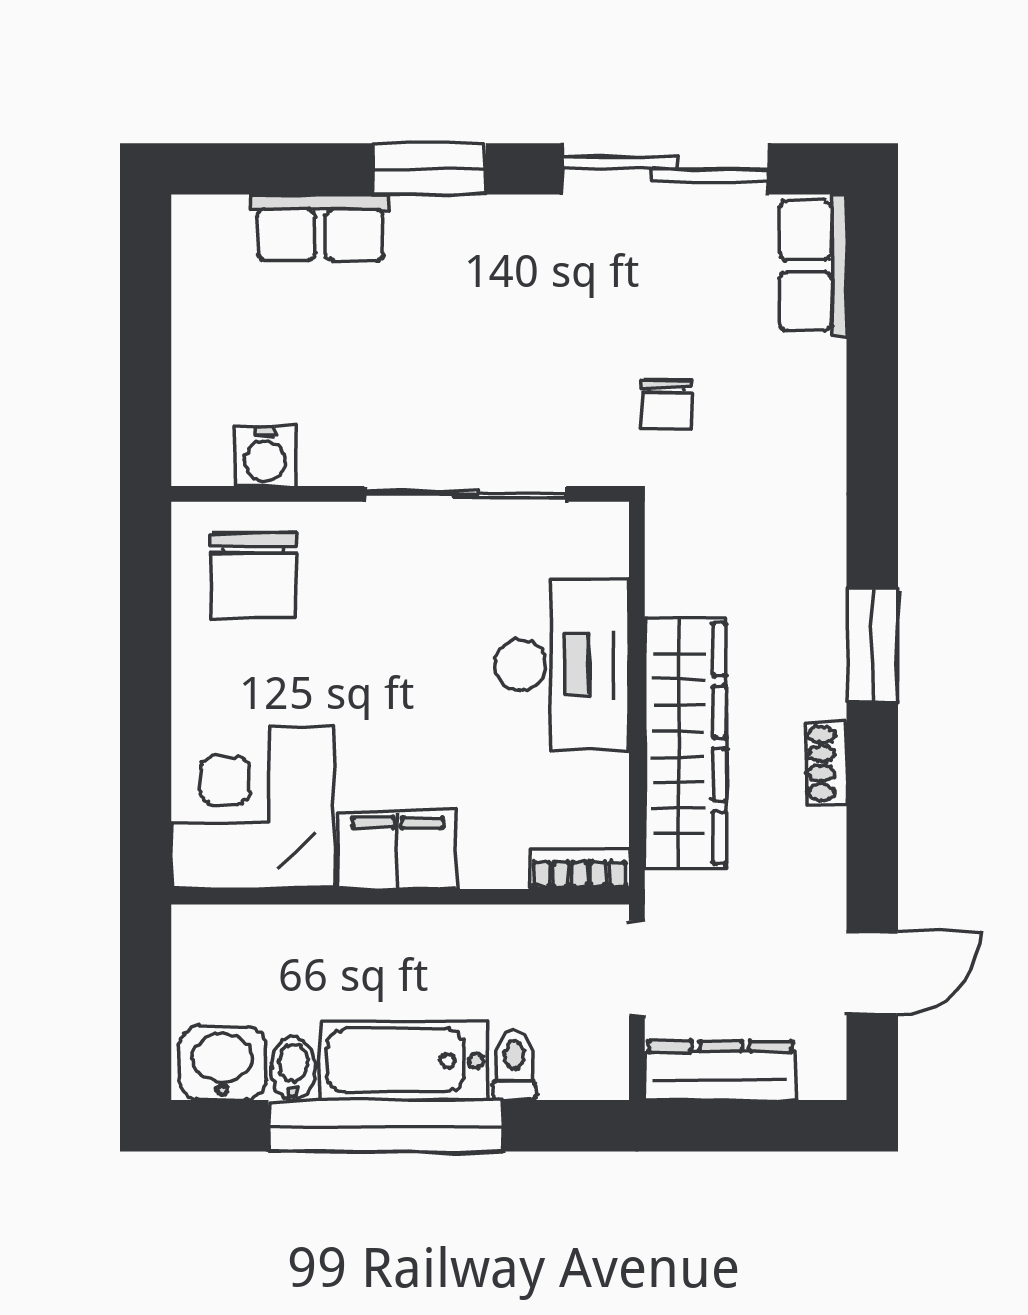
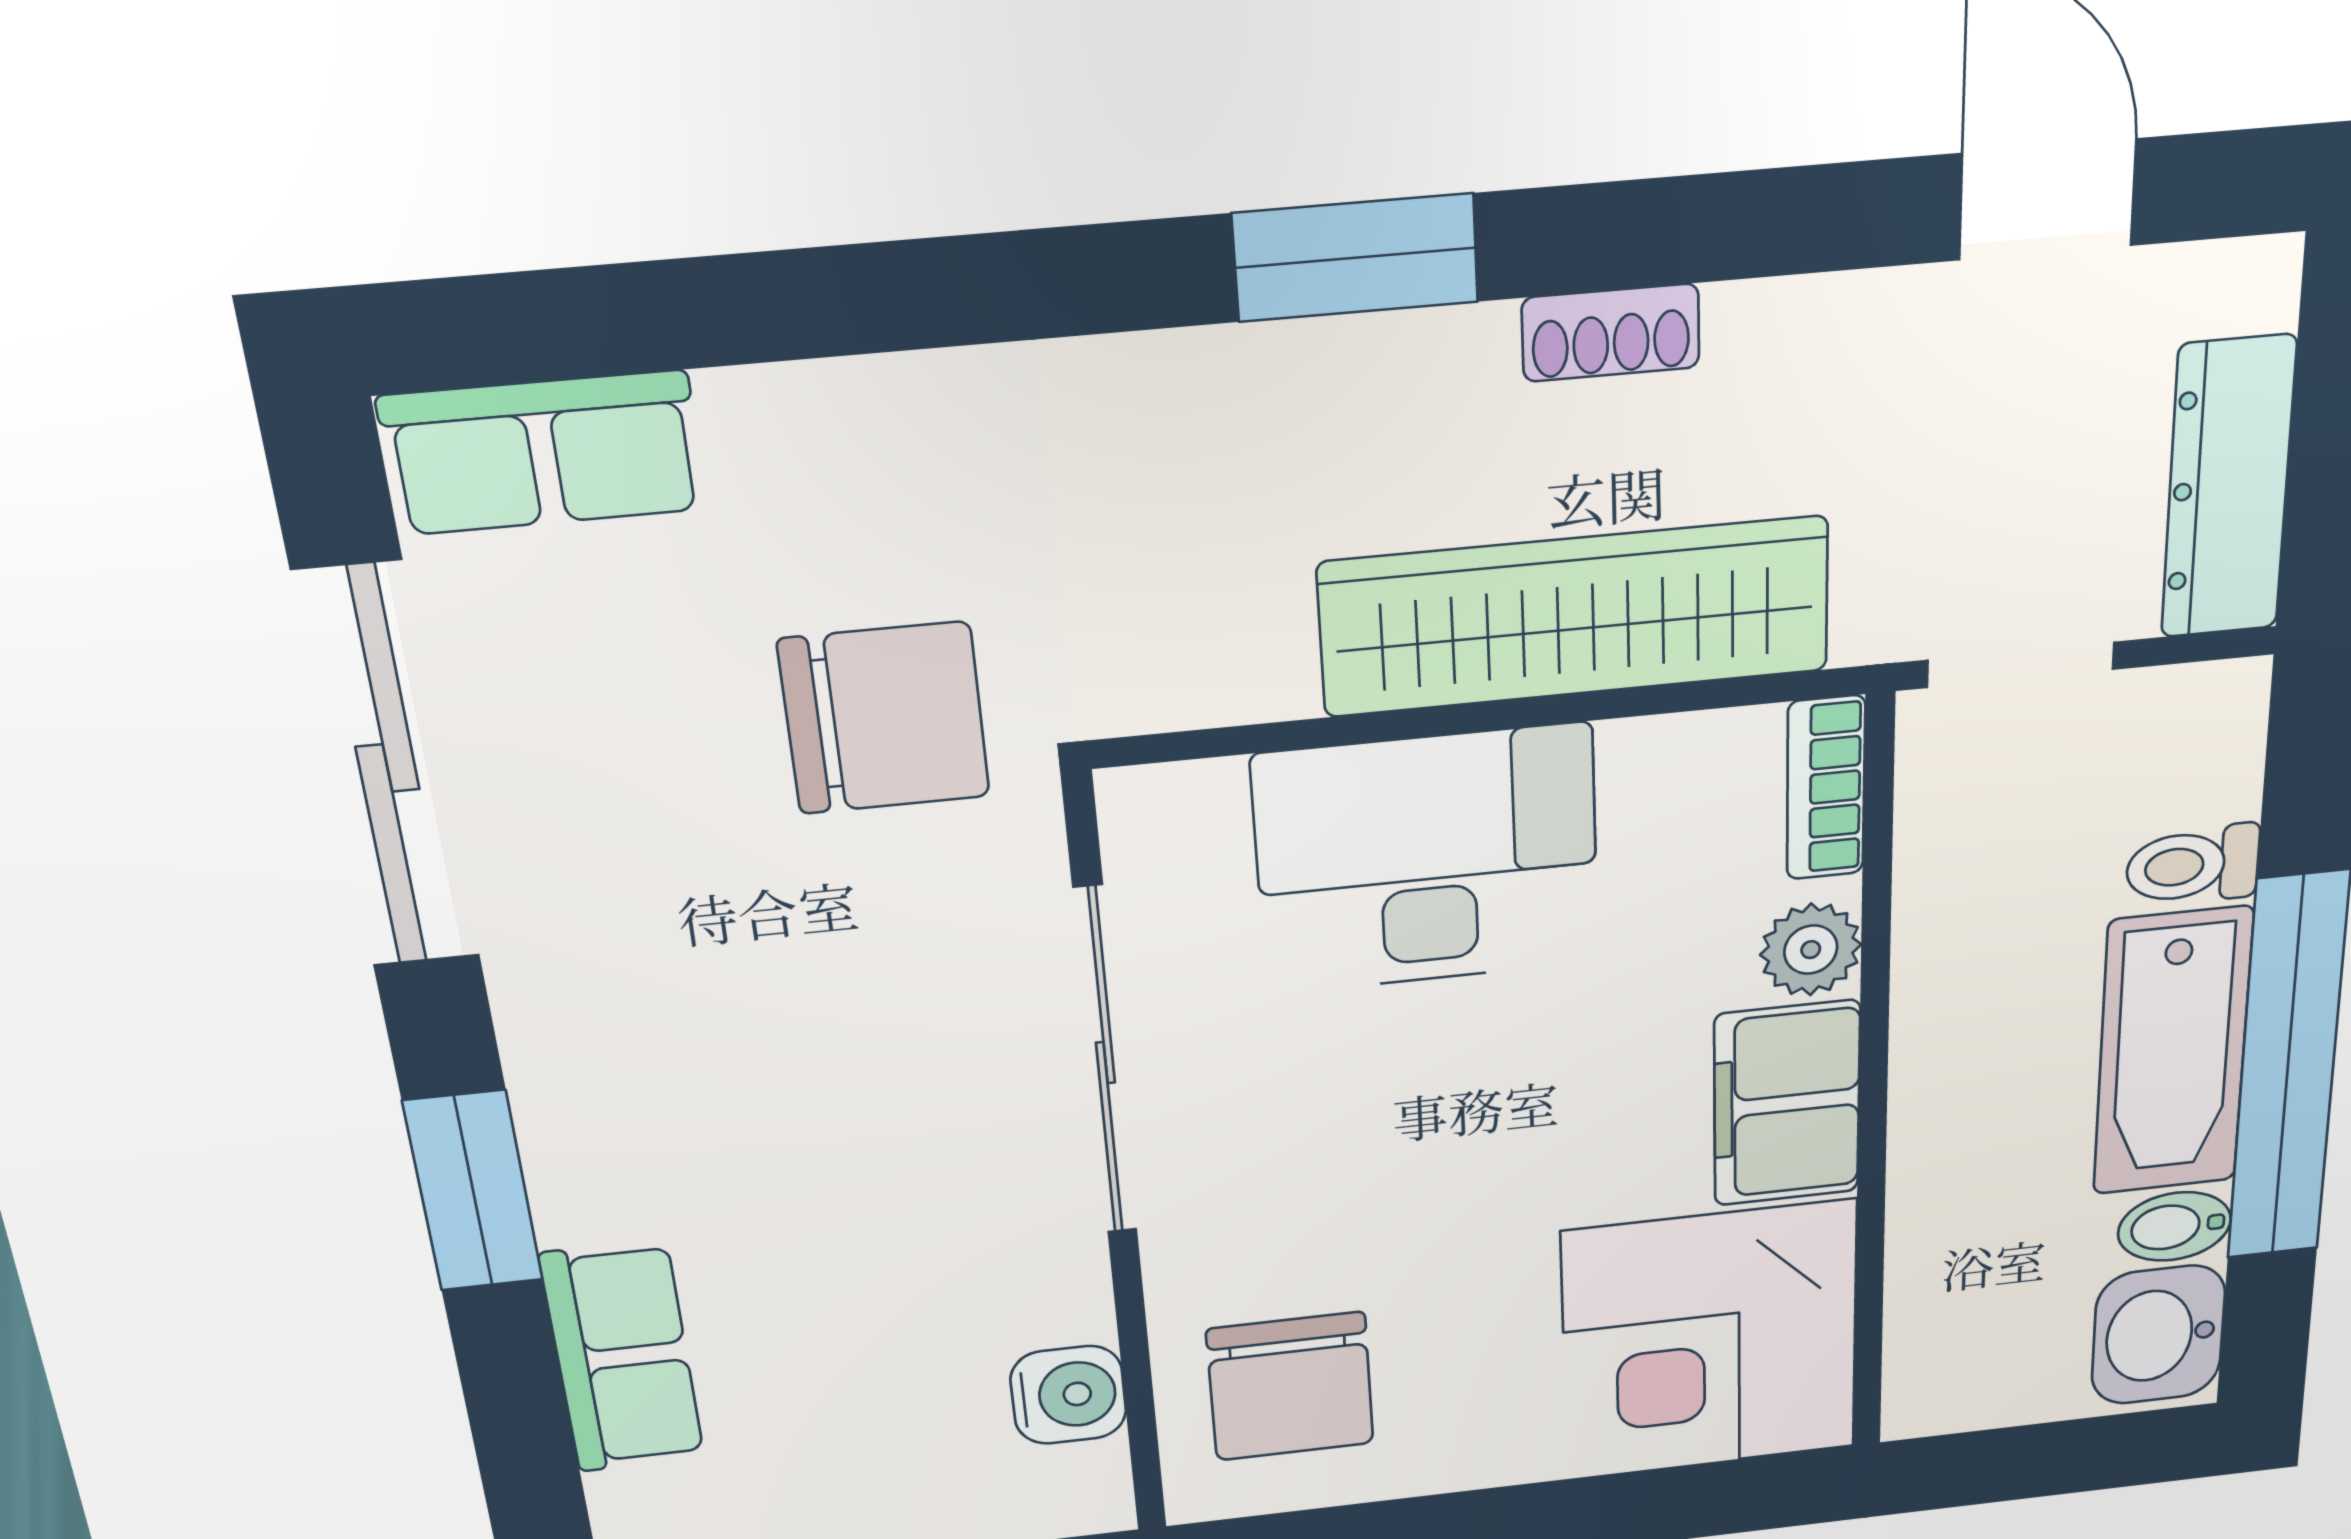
chair: (666, 405) -> (884, 718), width x1.87, depth x1.87
chair: (254, 576) -> (1290, 1386), turned 90
plant: (488, 862) -> (1811, 950), added

